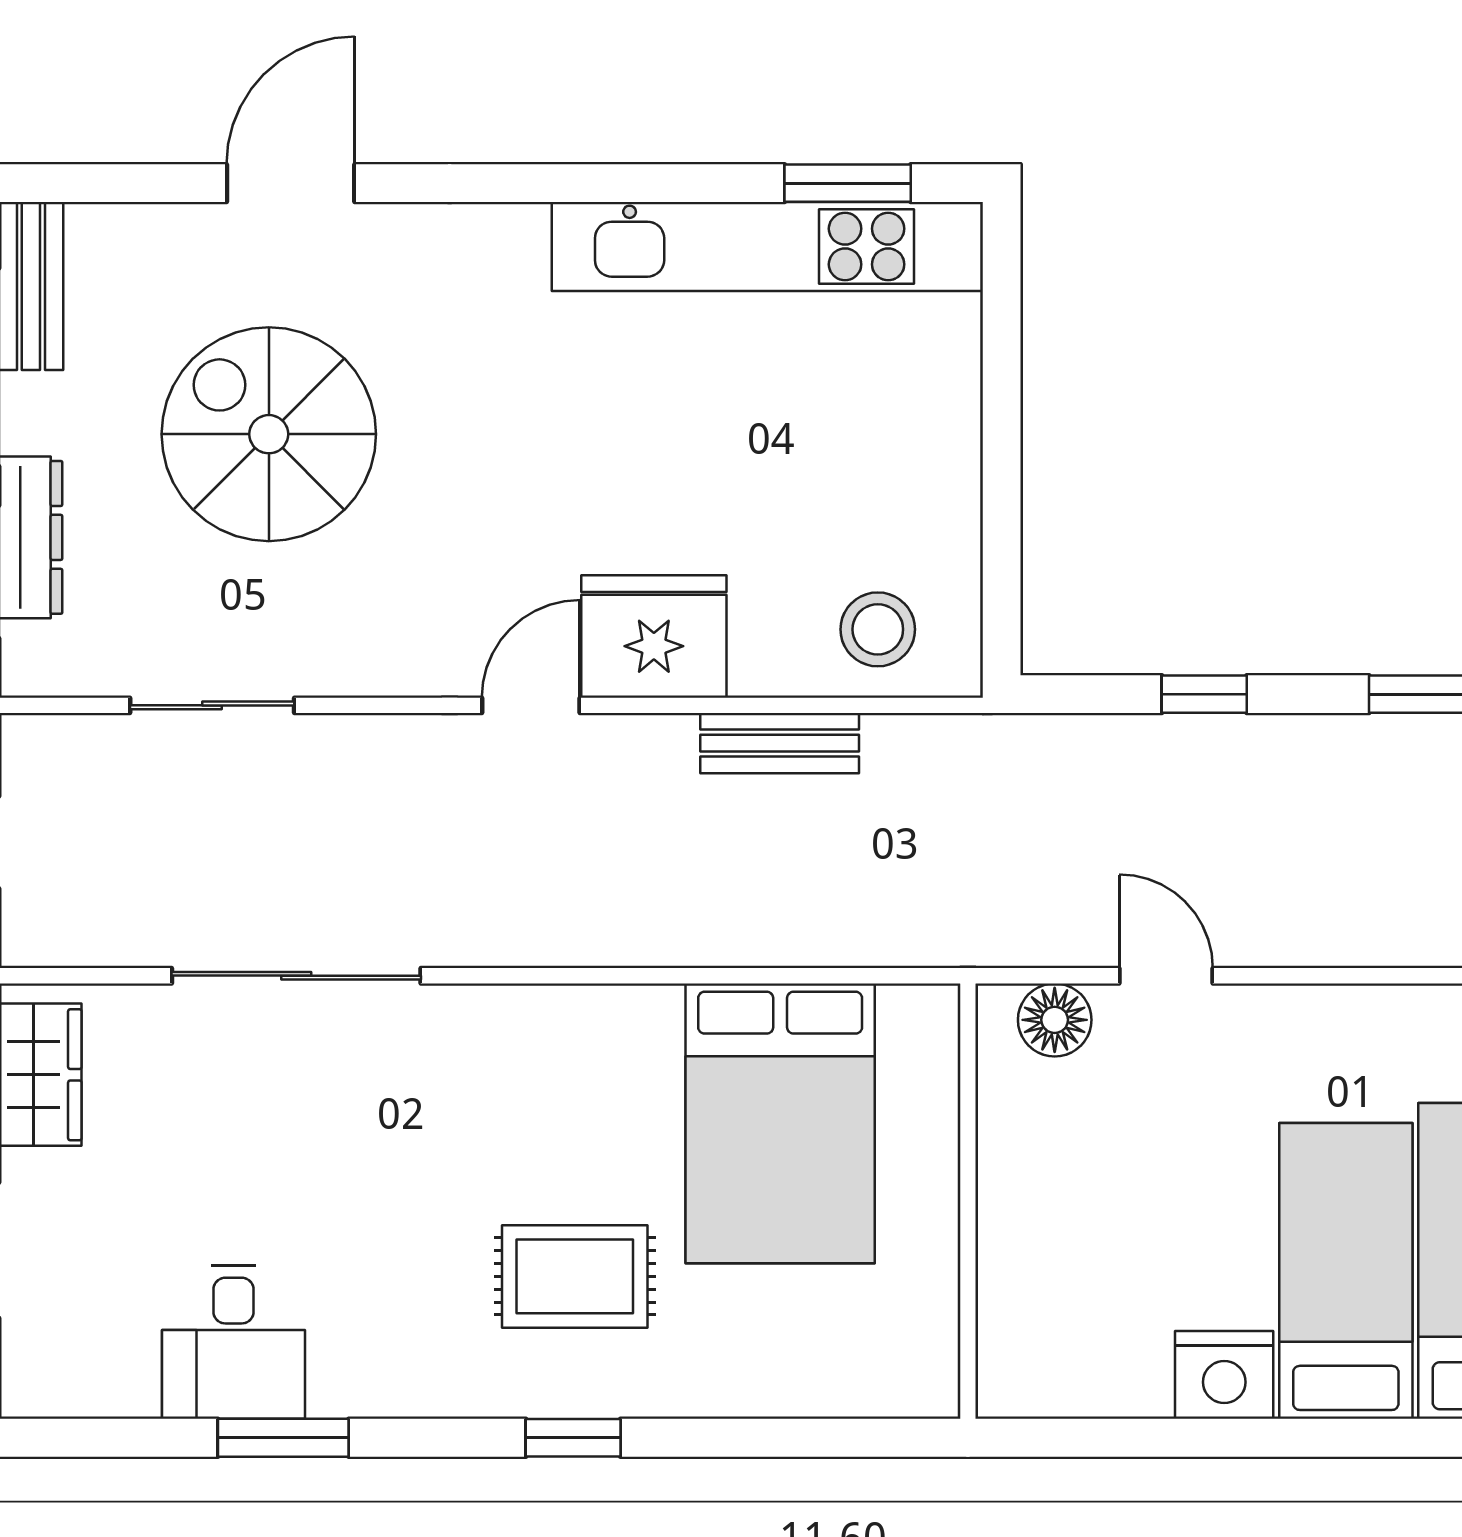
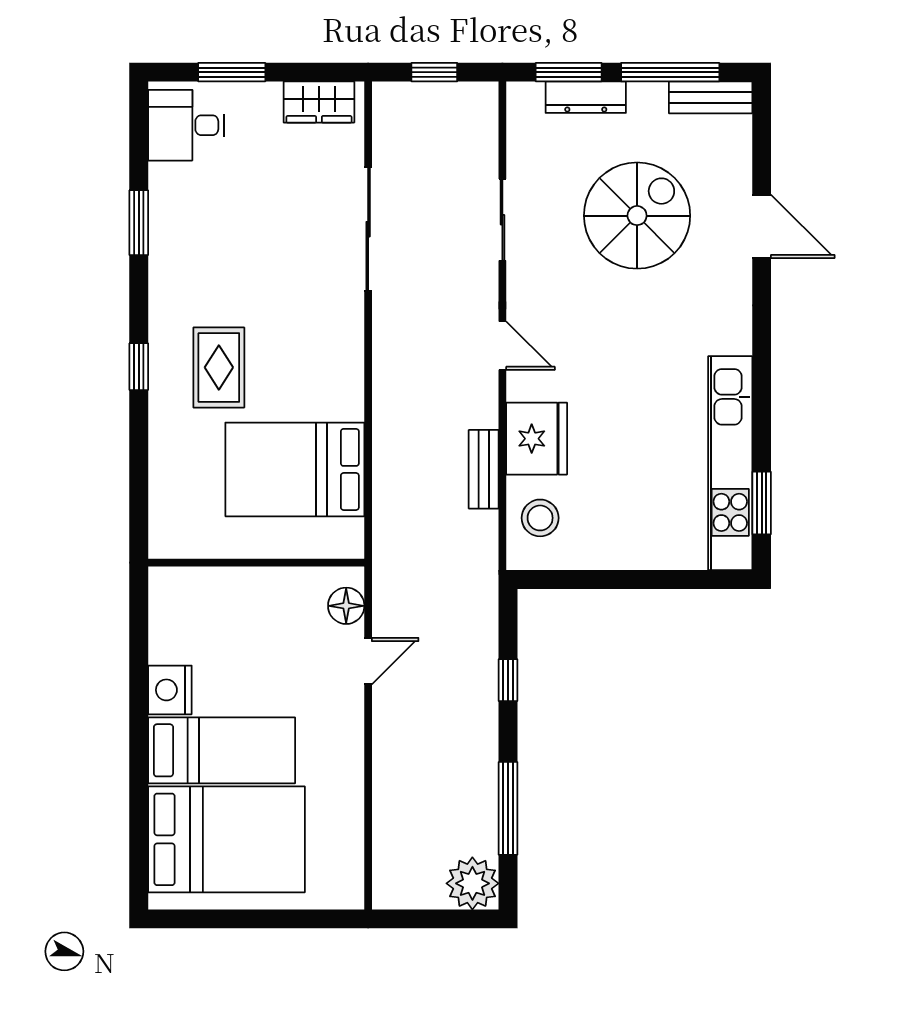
fridge: (654, 636) -> (537, 439), moved
sliding door: (212, 705) -> (502, 220), moved
desk: (234, 1342) -> (186, 125), moved

